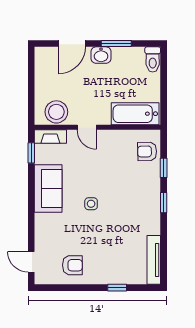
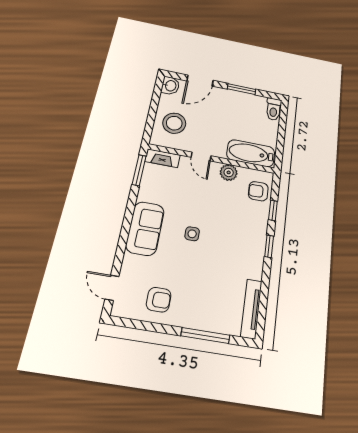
washbasin: (101, 55) -> (170, 86), moved, turned -90
stool: (56, 112) -> (174, 123), moved
plant: (116, 138) -> (229, 172), added
window: (31, 153) -> (139, 170), width x1.50
sofa: (48, 188) -> (145, 228), moved
window: (117, 288) -> (205, 335), width x2.17

